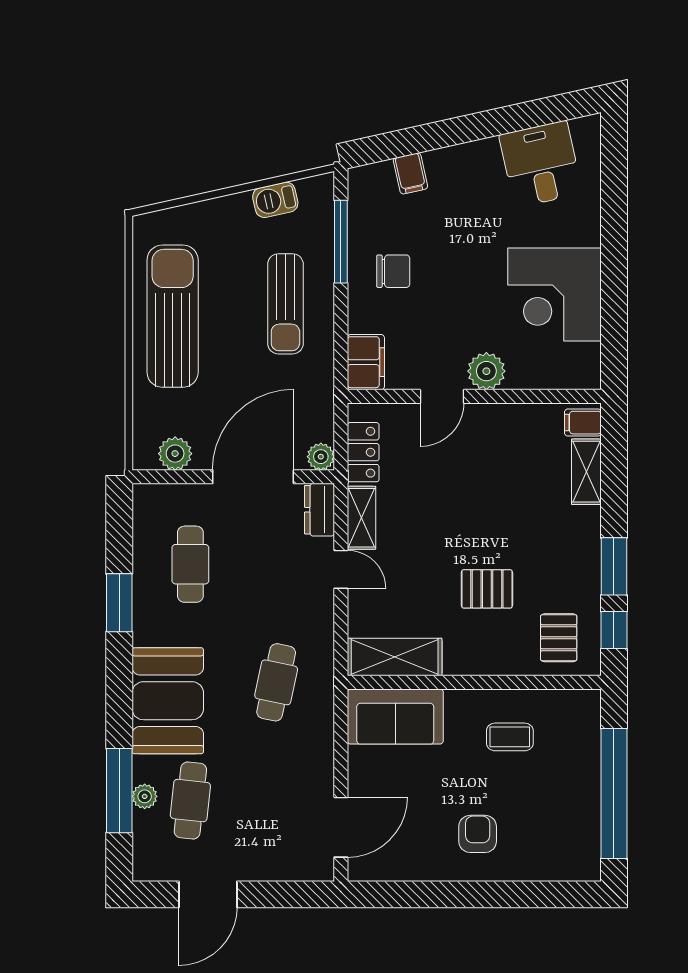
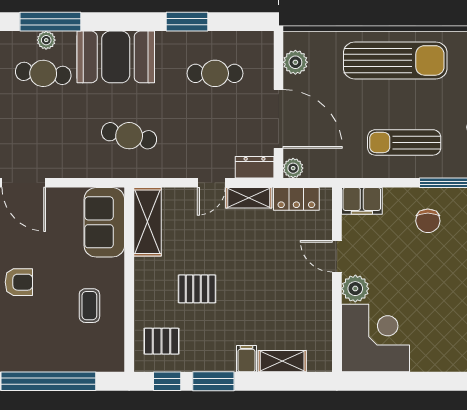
corner desk: (554, 295) -> (375, 338), moved, turned 90
filing cabinet: (583, 423) -> (246, 359), moved
pallet: (487, 589) -> (197, 289), turned 90

